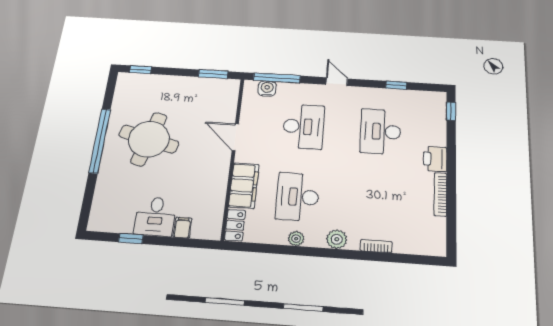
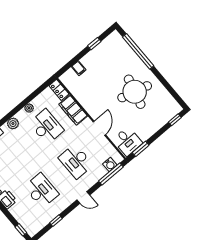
door: (235, 137) -> (99, 128), hinge flipped
window: (100, 141) -> (138, 51), moved
desk: (155, 216) -> (127, 141), moved, turned 180

